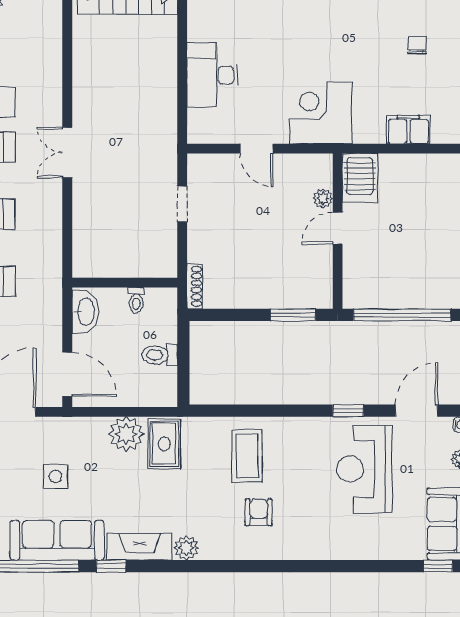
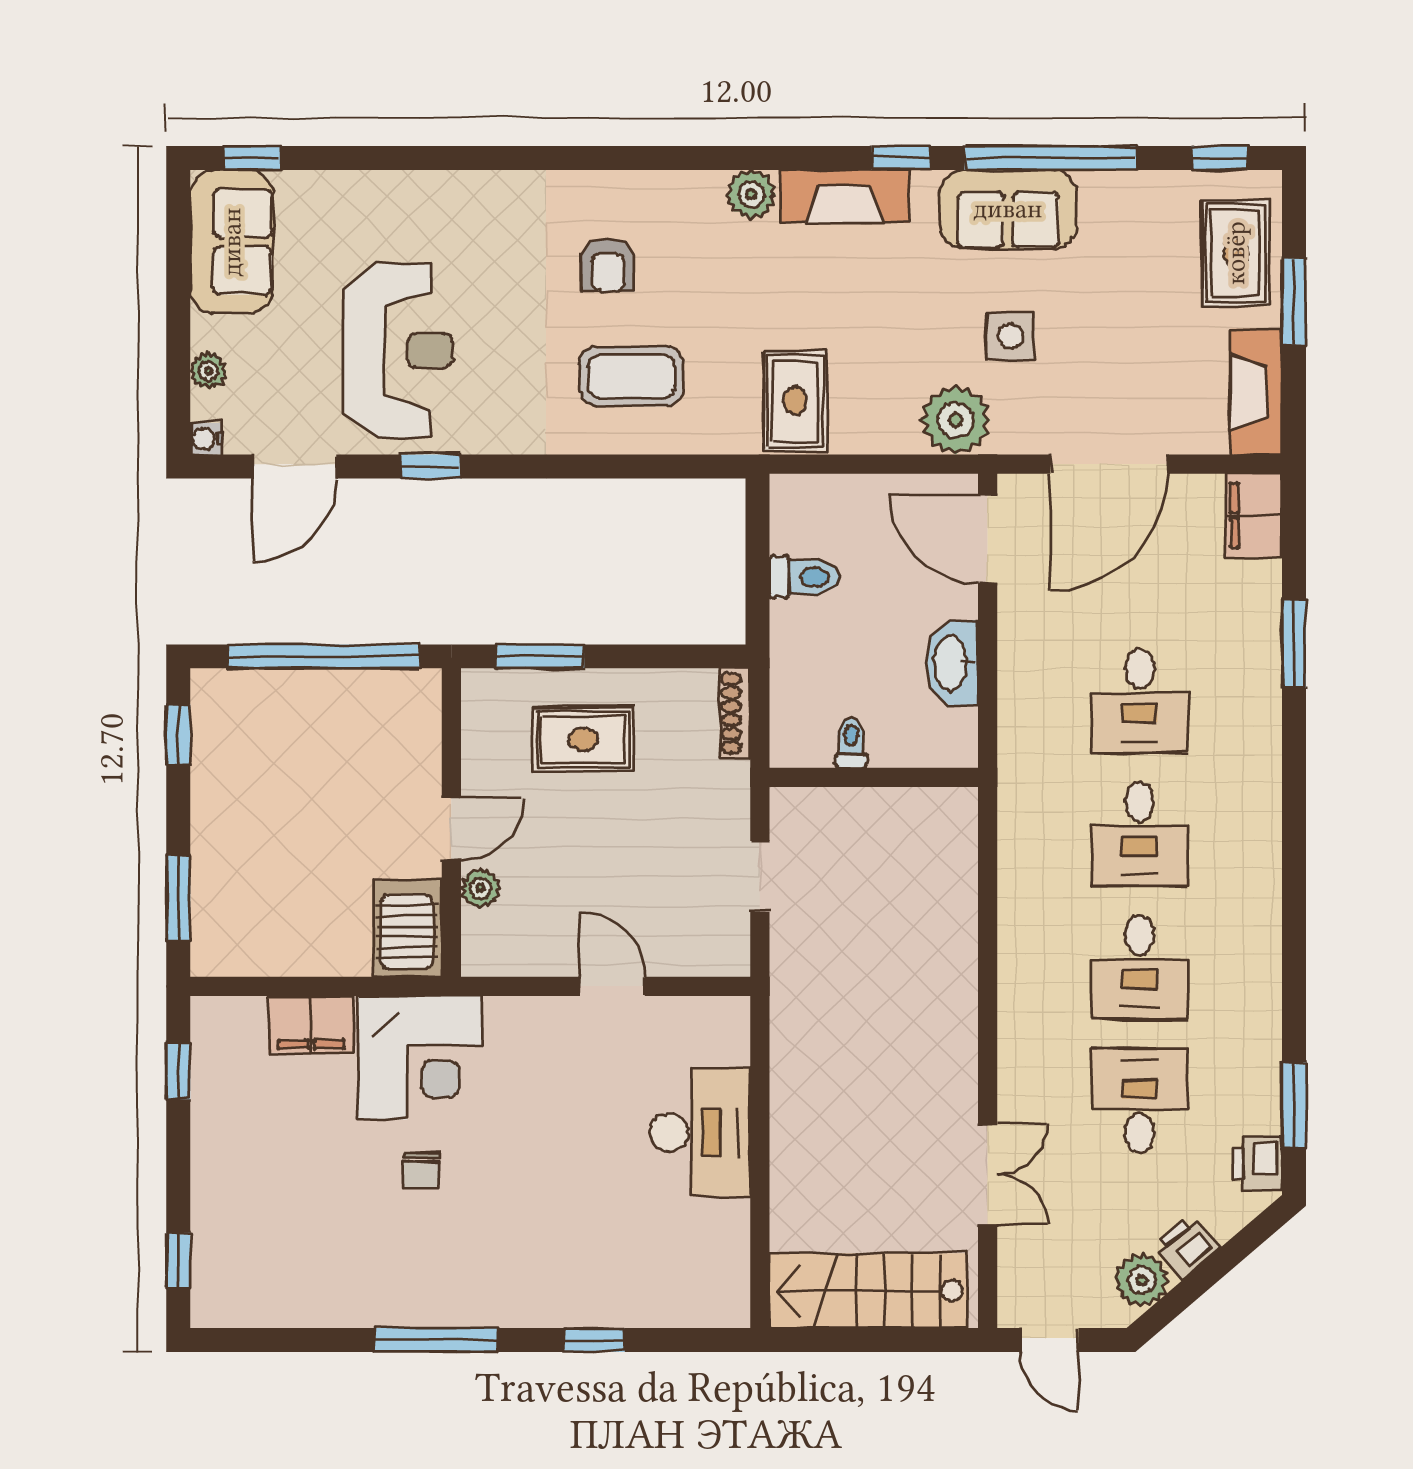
chair: (417, 45) -> (422, 1171), moved
corner desk: (321, 113) -> (420, 1058), moved
double door: (67, 153) -> (988, 1174), moved
rug: (271, 273) -> (583, 739), added
wall: (125, 283) -> (874, 777), moved
toilet: (136, 300) -> (851, 743), moved
plant: (126, 434) -> (956, 420), moved
coffee table: (247, 456) -> (631, 377), turned 90
sofa: (57, 540) -> (1008, 209), width x0.73

